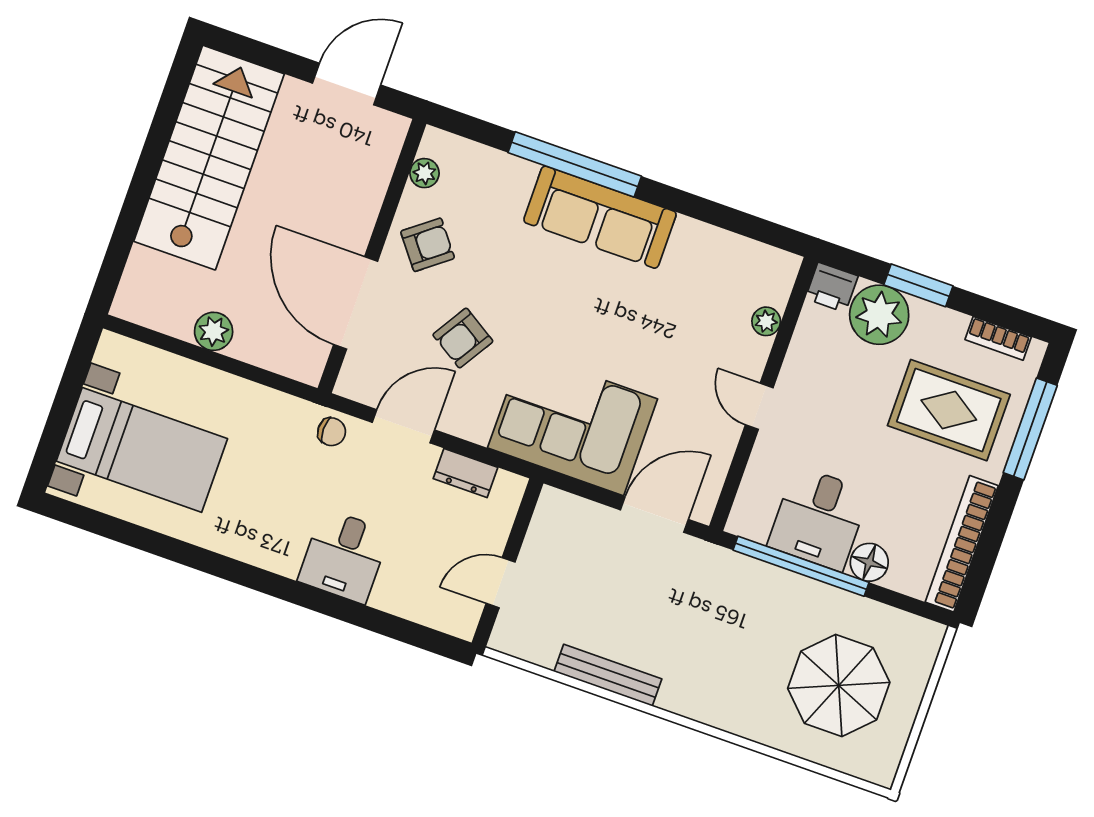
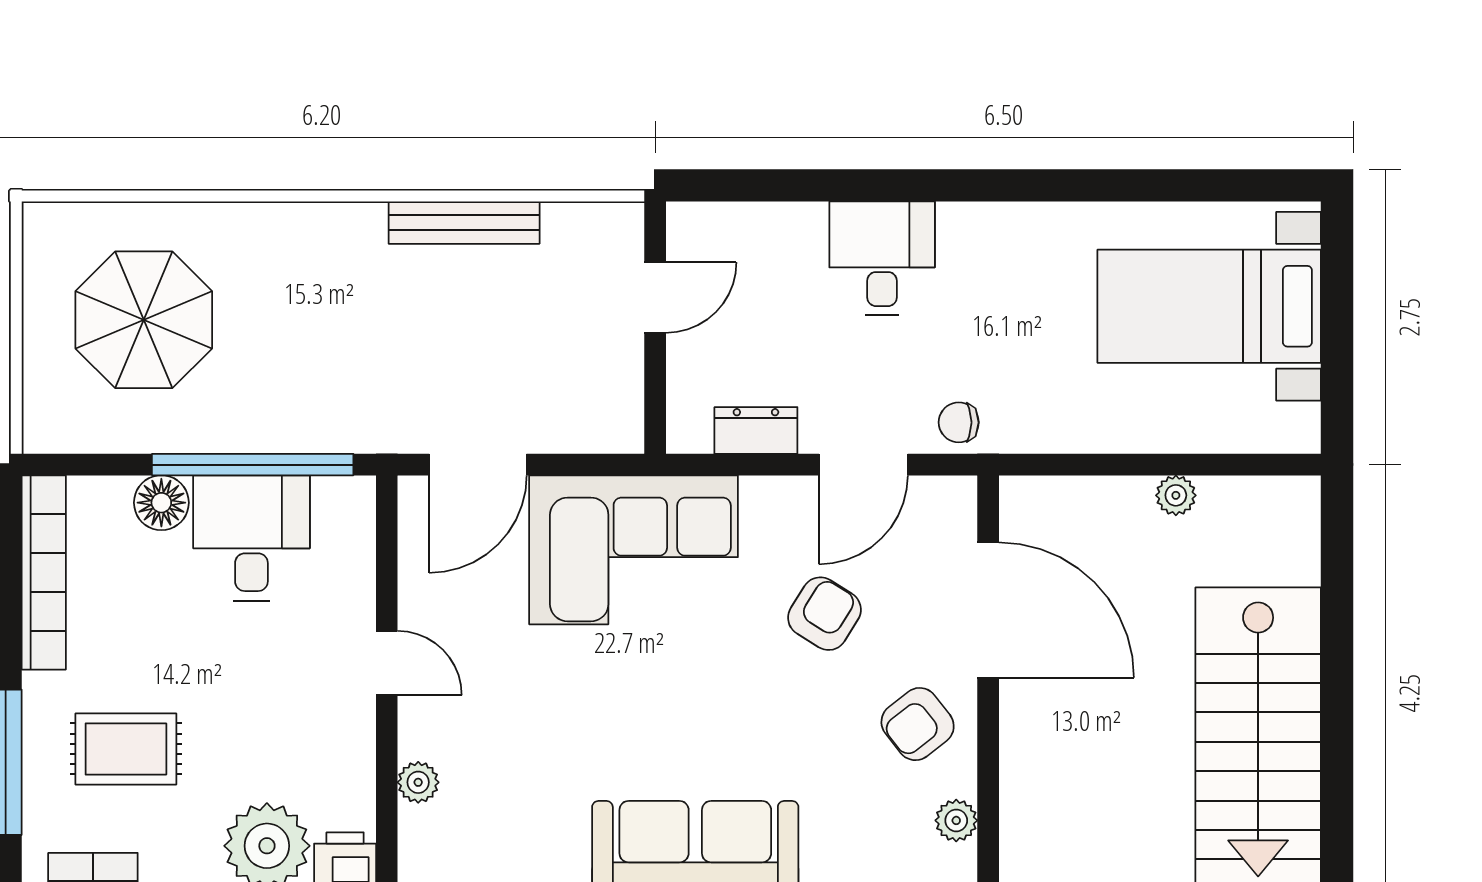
plant: (214, 331) -> (1176, 495), width x0.73, depth x0.73
rug: (949, 410) -> (126, 749), width x0.73, depth x0.70

